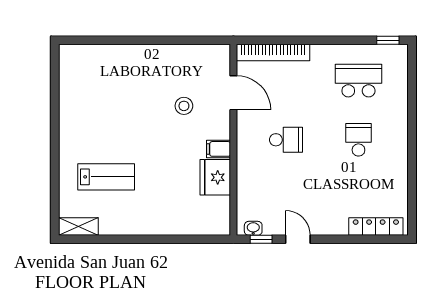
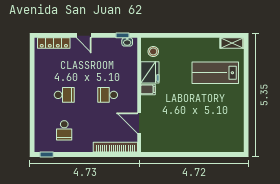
school desk: (358, 81) -> (64, 130), width x0.54
stool: (184, 106) -> (153, 51), moved
school desk: (358, 140) -> (64, 95), turned -90
lab bench: (106, 177) -> (215, 73), width x1.36, depth x1.39
door: (298, 239) -> (84, 35), moved

